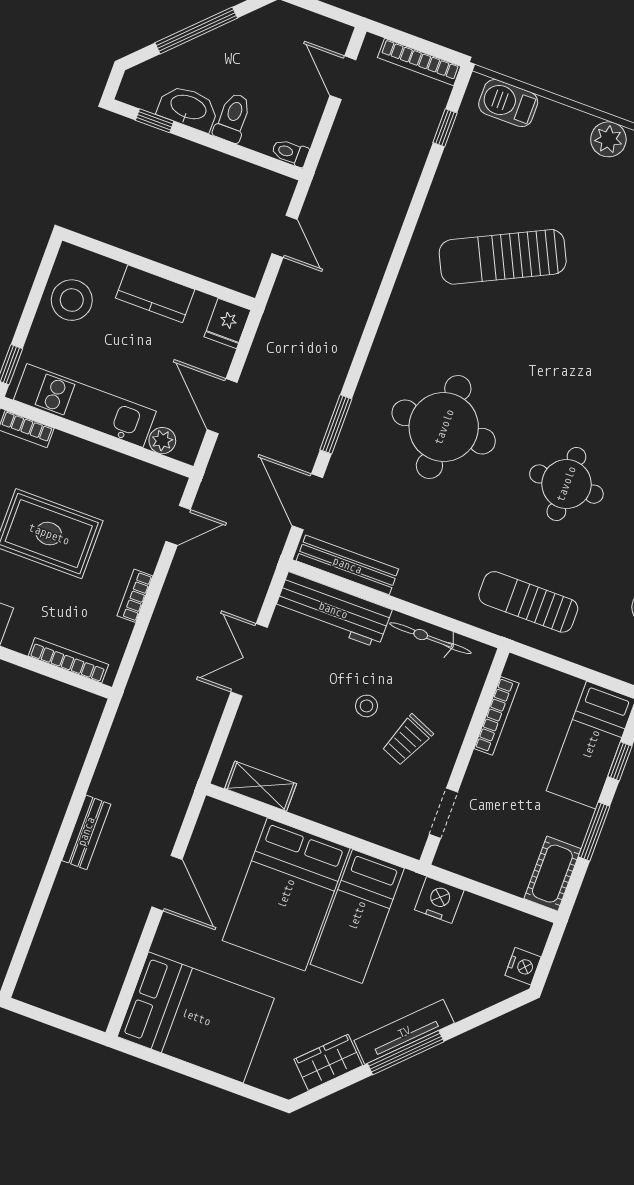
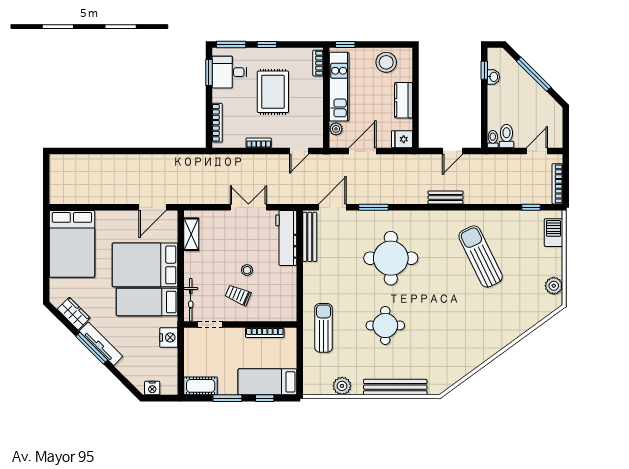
washbasin: (188, 108) -> (493, 77), width x0.52, depth x0.69
toilet: (233, 118) -> (506, 136), moved, turned -90
door: (178, 525) -> (299, 151), hinge flipped
bicycle: (430, 638) -> (191, 300), moved, turned 180
bench: (86, 832) -> (446, 197), moved
door: (167, 883) -> (153, 207), moved

